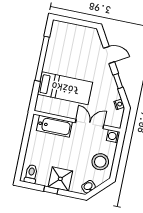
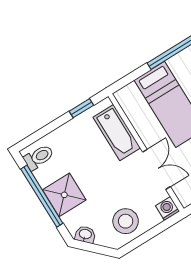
window: (27, 132) -> (81, 108), added
window: (51, 190) -> (42, 196), width x3.17

